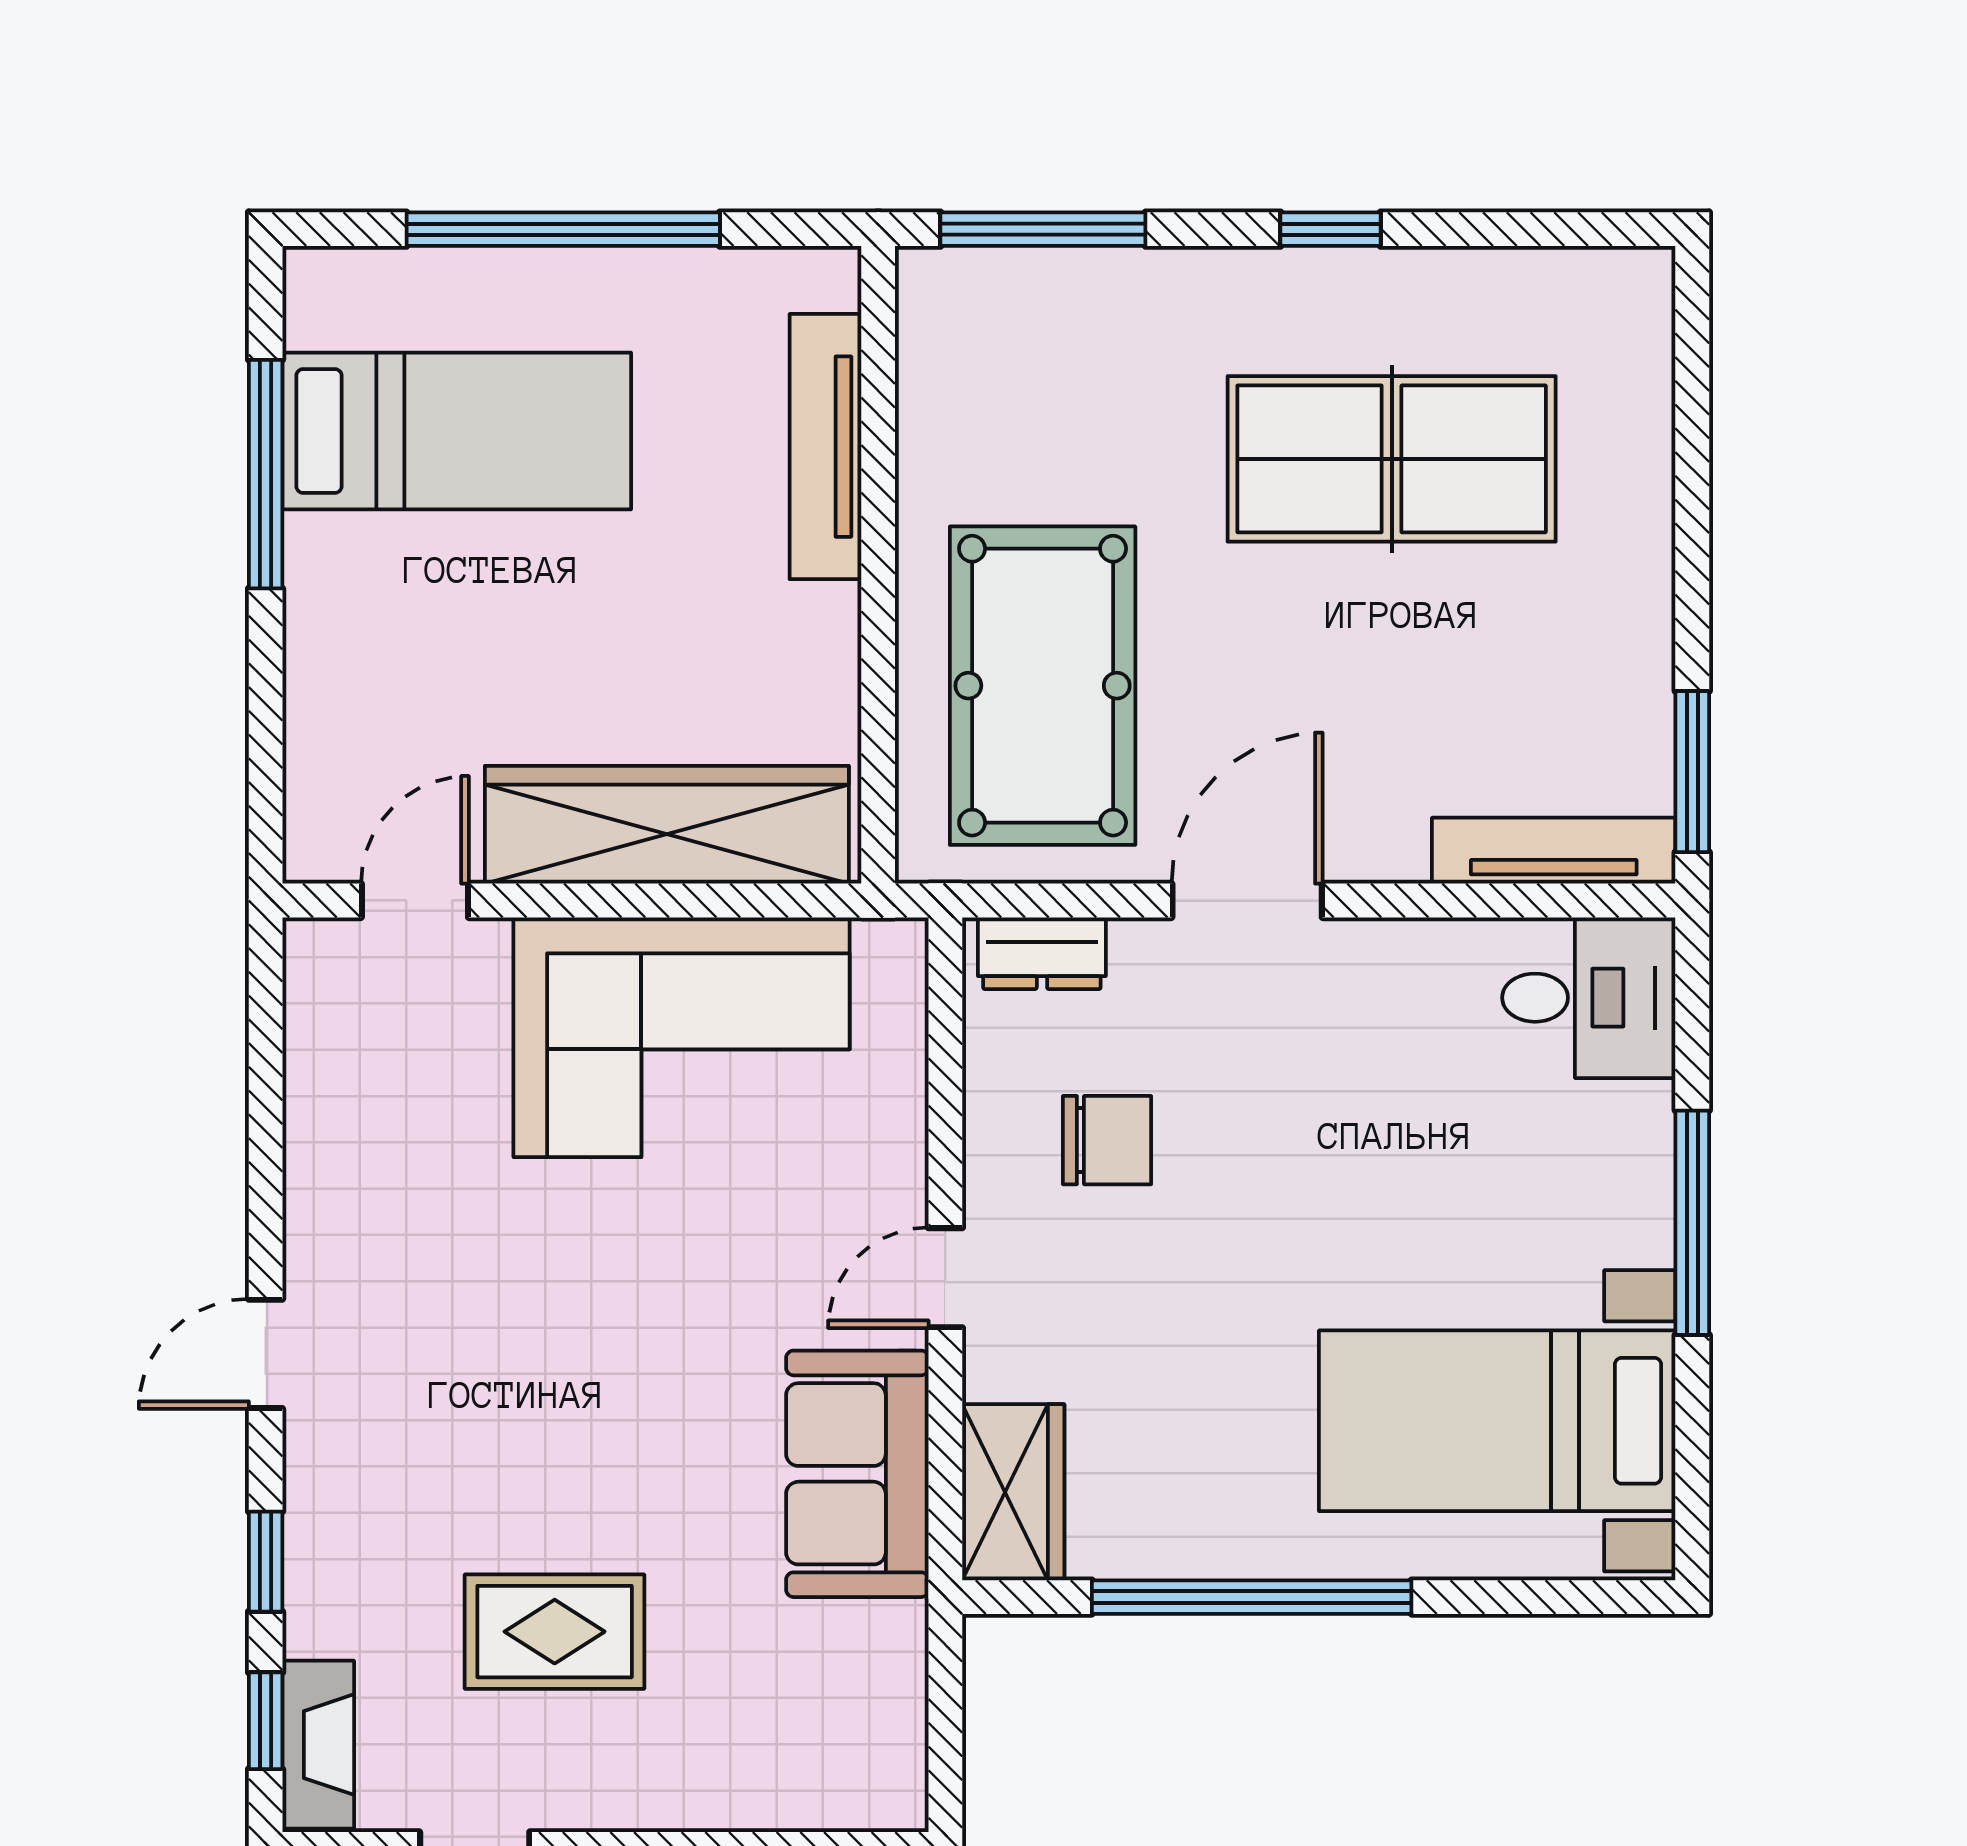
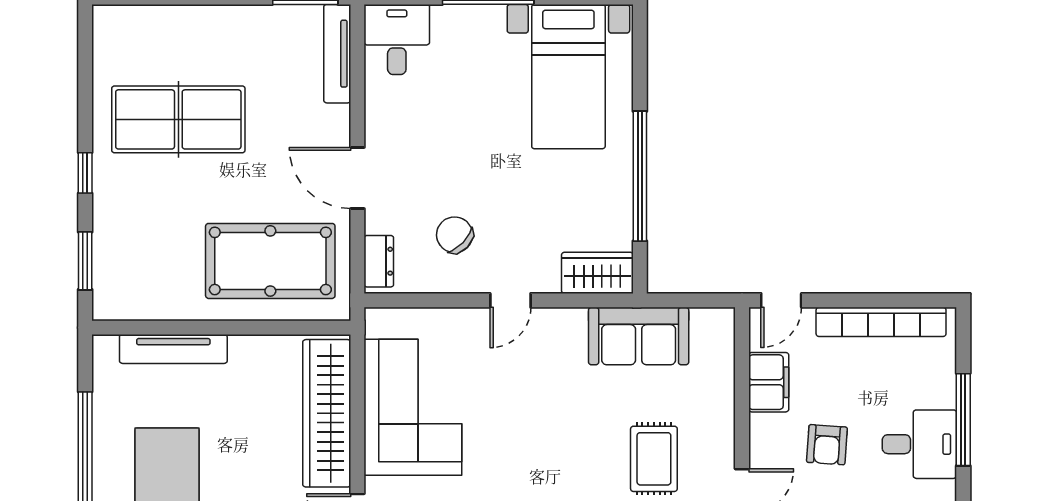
window: (1043, 229) -> (85, 261), width x0.69
window: (1331, 229) -> (85, 173), moved
table tennis table: (1392, 459) -> (178, 119), turned 90
chair: (1107, 1140) -> (455, 235), turned -46
door: (945, 1278) -> (510, 300), hinge flipped
sofa: (857, 1474) -> (639, 336), moved

